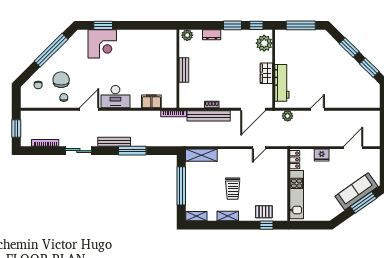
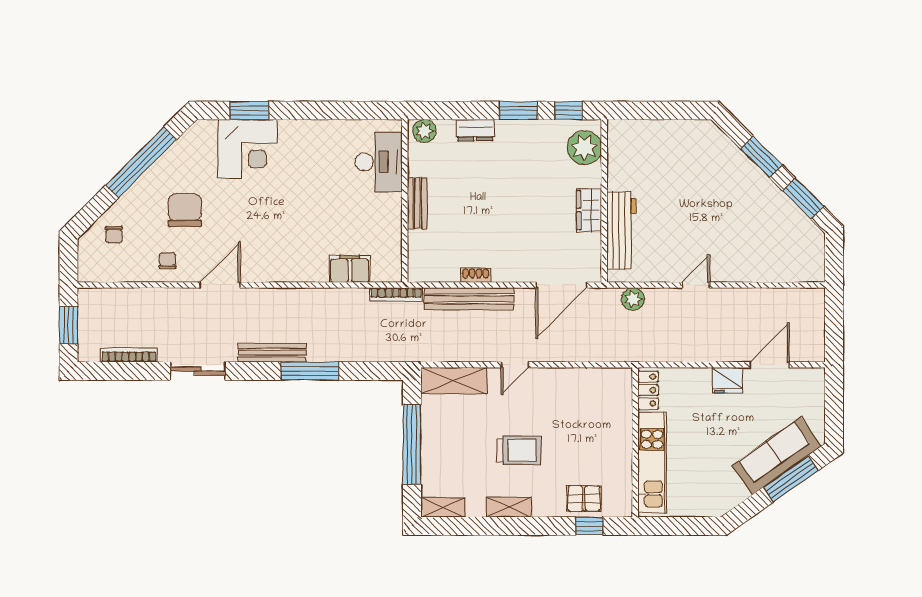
window: (301, 25) -> (660, 111), removed
chair: (61, 80) -> (185, 210), moved
desk: (115, 97) -> (379, 162), moved, turned -90
door: (259, 148) -> (515, 365), moved
fridge: (322, 155) -> (727, 380), moved
trolley: (233, 189) -> (519, 450), turned -90

